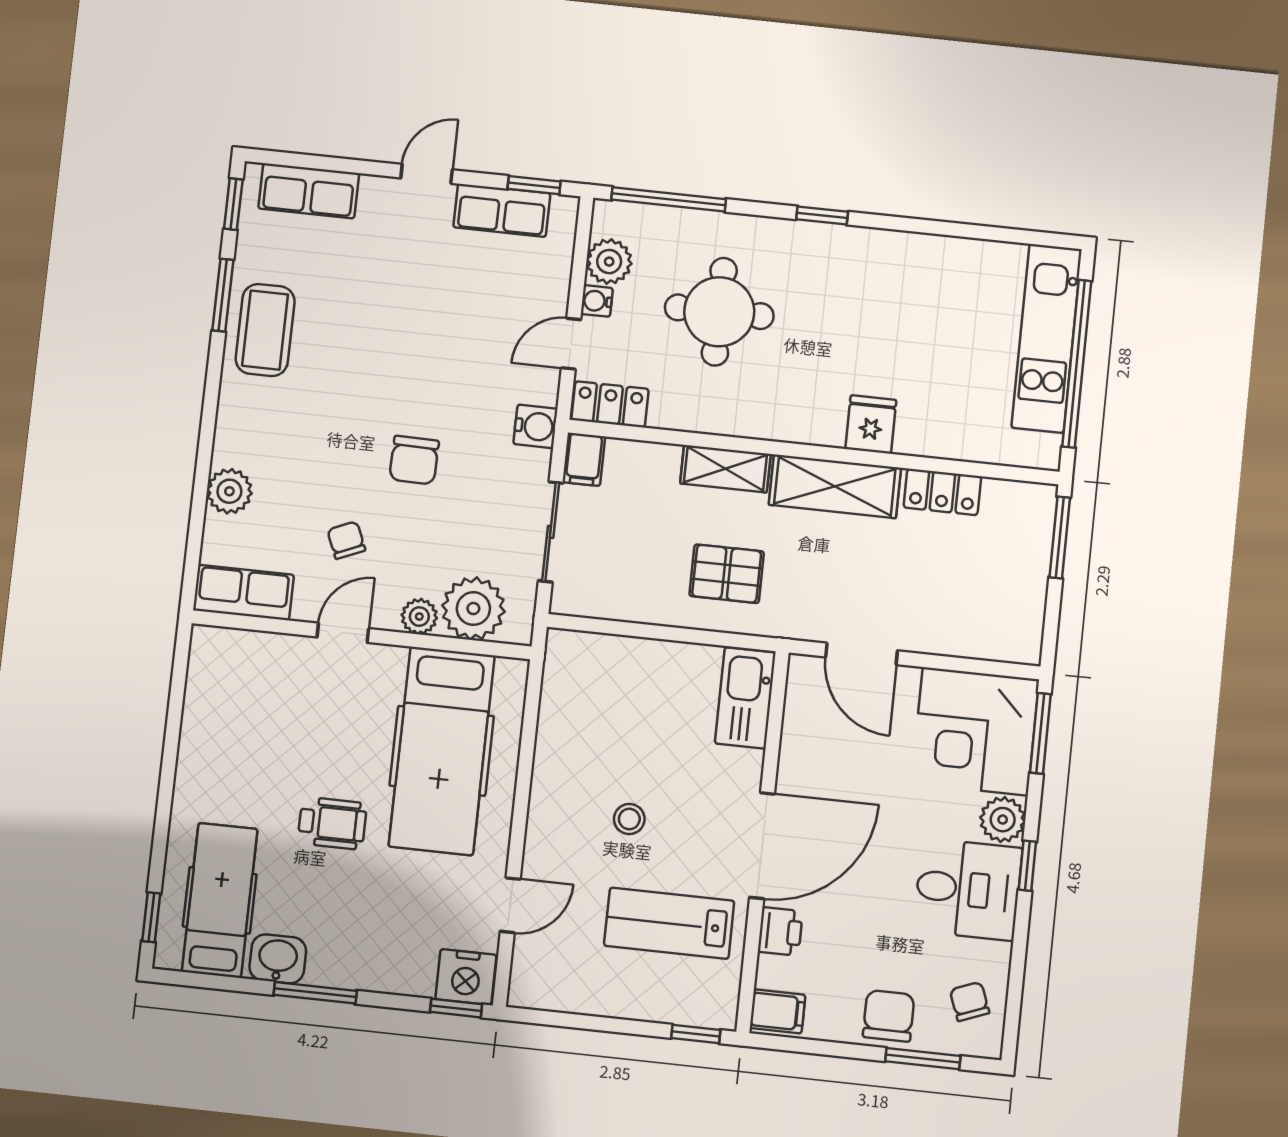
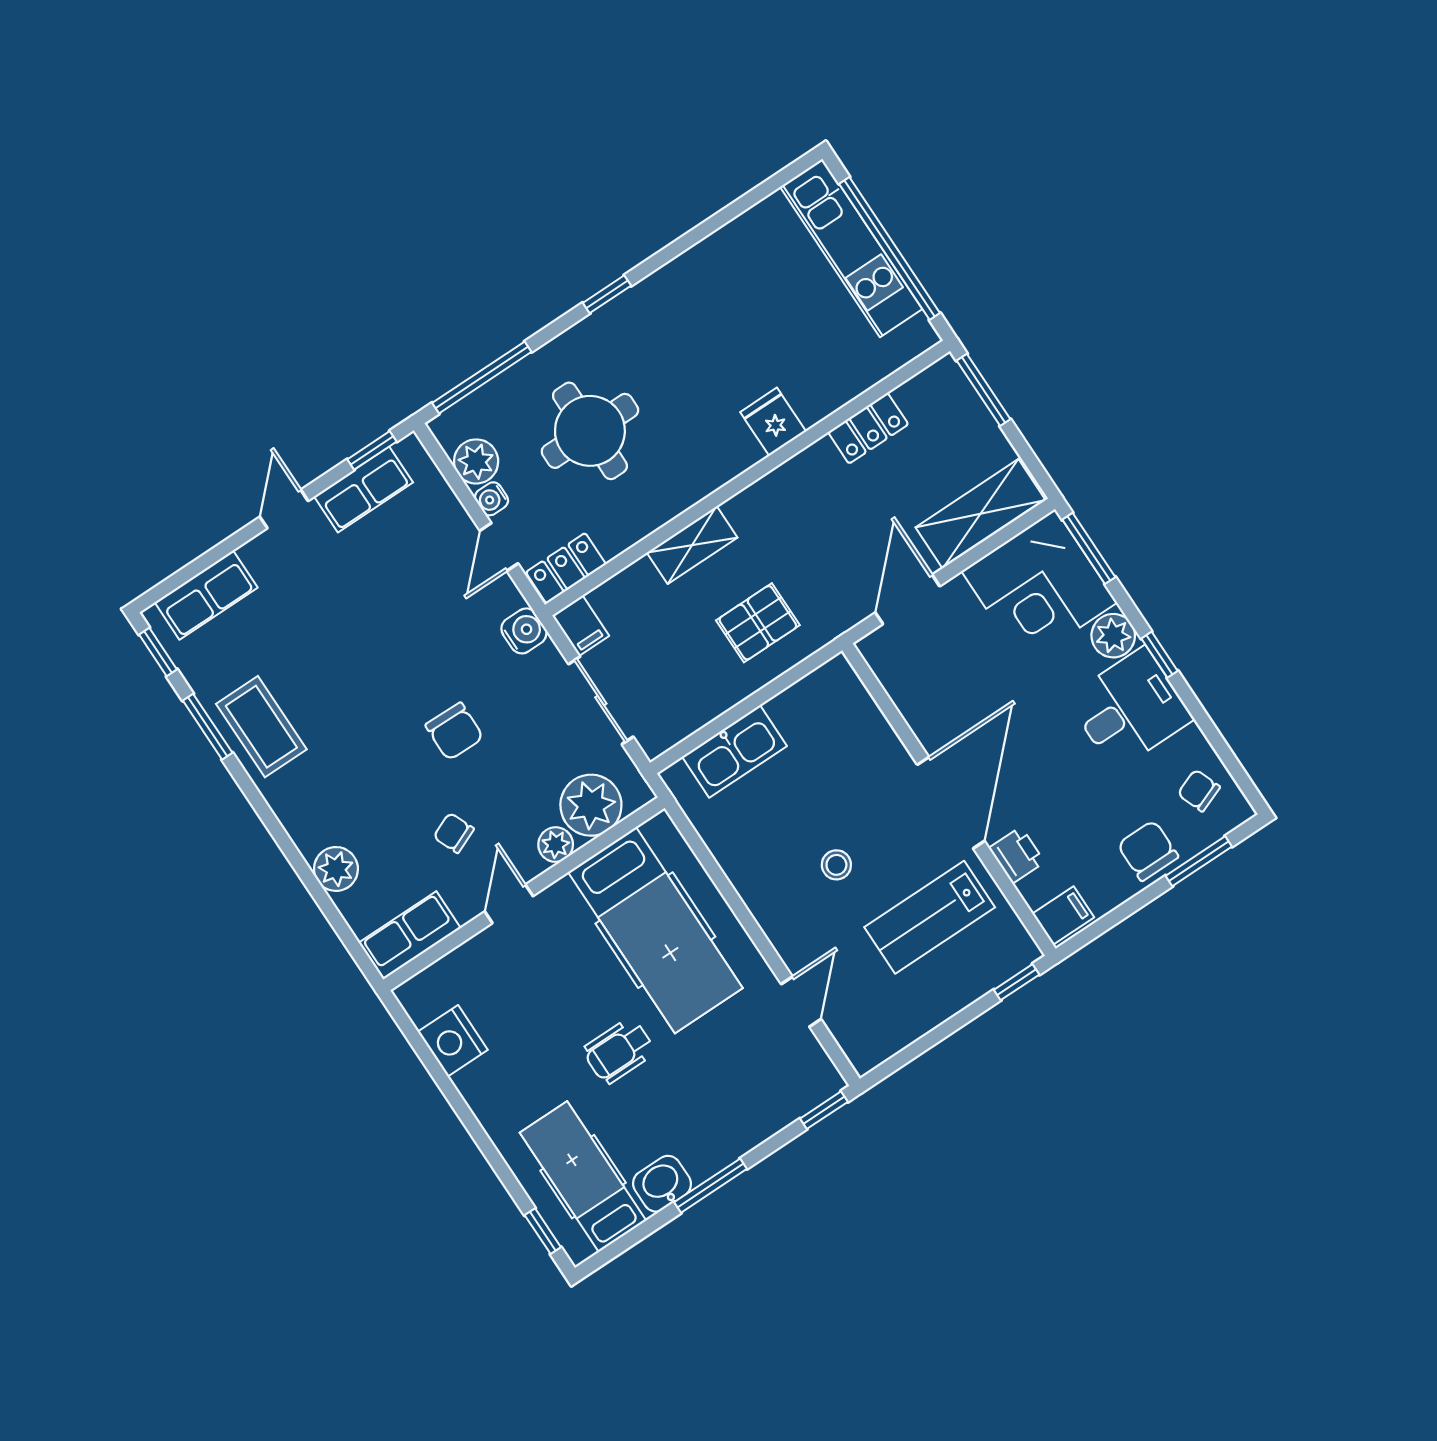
shelving: (835, 486) -> (981, 514), moved
door: (861, 654) -> (908, 599), swing flipped
kitchen sink: (745, 698) -> (734, 751), moved, turned -90
wheelchair: (332, 823) -> (619, 1051), turned 180
nightstand: (466, 977) -> (453, 1041), moved, turned 90

